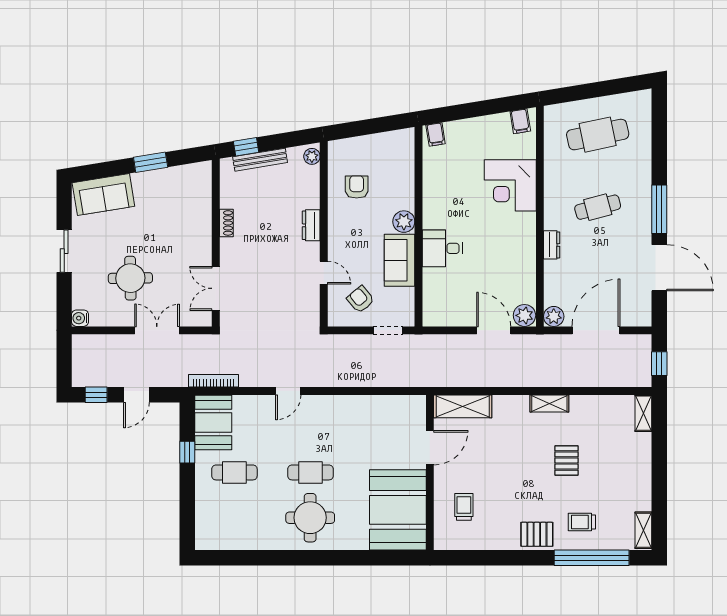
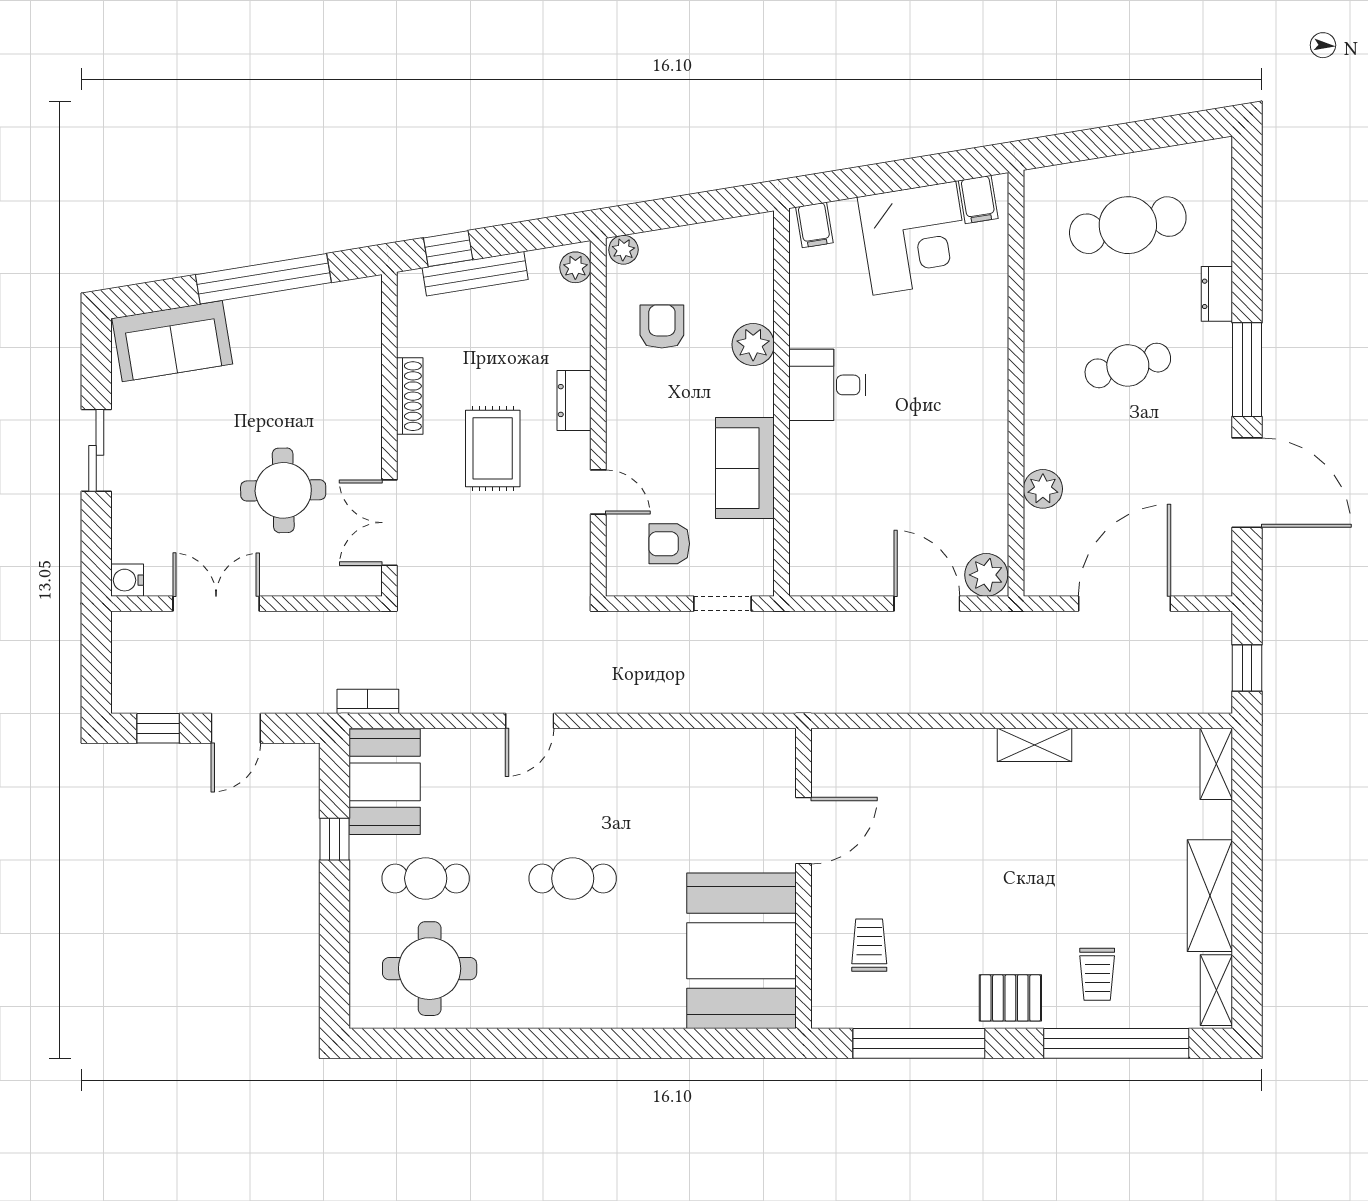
plant: (337, 147) -> (623, 250), added
window: (151, 162) -> (263, 279), width x2.11
corner desk: (510, 185) -> (914, 238), moved, turned -99
plant: (404, 222) -> (753, 345), moved
shoe rack: (226, 223) -> (410, 396), width x1.43
dresser: (552, 245) -> (1217, 294), moved, turned 180
desk: (442, 248) -> (827, 385), moved
rug: (269, 250) -> (493, 448), added
round table: (130, 278) -> (283, 490), moved
armchair: (360, 299) -> (669, 544), turned -50
plant: (554, 316) -> (1043, 489), moved
double door: (157, 330) -> (216, 604), moved
bookcase: (214, 381) -> (368, 701), width x0.64
shelving: (463, 406) -> (1210, 896), moved, turned 90
pallet: (566, 460) -> (1068, 855), removed
round table: (310, 518) -> (430, 969), moved
trolley: (582, 522) -> (1097, 974), turned -90
window: (490, 558) -> (919, 1043), added

